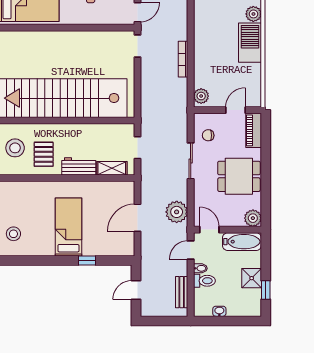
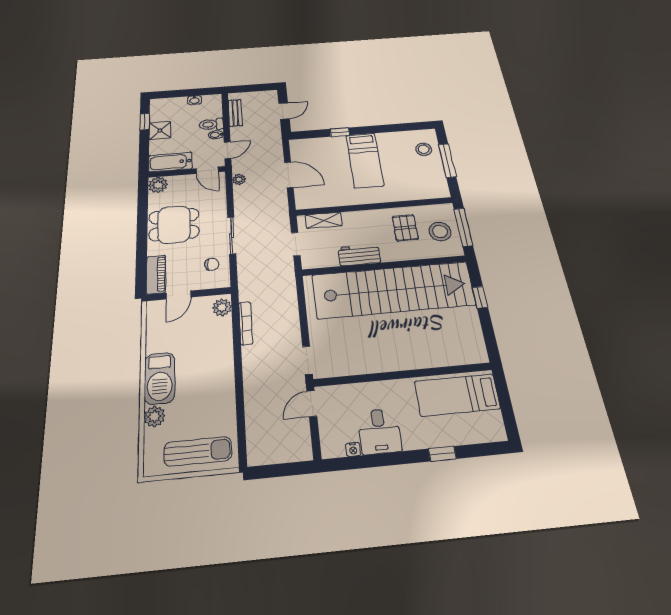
bookcase: (183, 59) -> (246, 323), moved
workbench: (79, 166) -> (359, 255), moved, turned 180
plant: (177, 212) -> (239, 179), width x0.53, depth x0.53
door: (138, 218) -> (289, 175), hinge flipped

